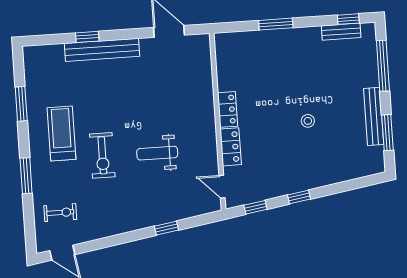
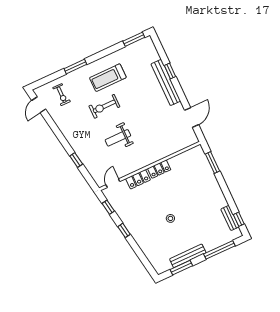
window: (276, 24) -> (212, 162), moved
window: (21, 104) -> (134, 39), moved
treadmill: (61, 134) -> (108, 78), turned 180
weight bench: (157, 153) -> (118, 138), turned -90

